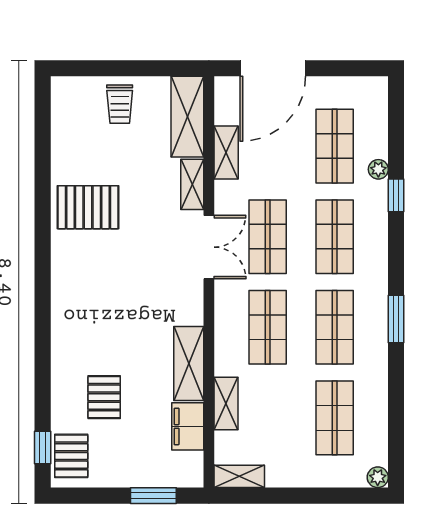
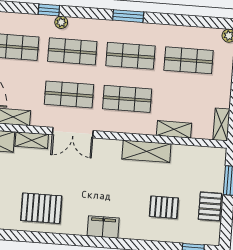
plant: (378, 169) -> (61, 22), moved
pallet: (88, 207) -> (41, 208), turned 90
double door: (209, 247) -> (73, 133), swing flipped
filing cabinet: (188, 426) -> (103, 227), moved, turned 180
pallet: (71, 456) -> (210, 206), moved, turned 90

